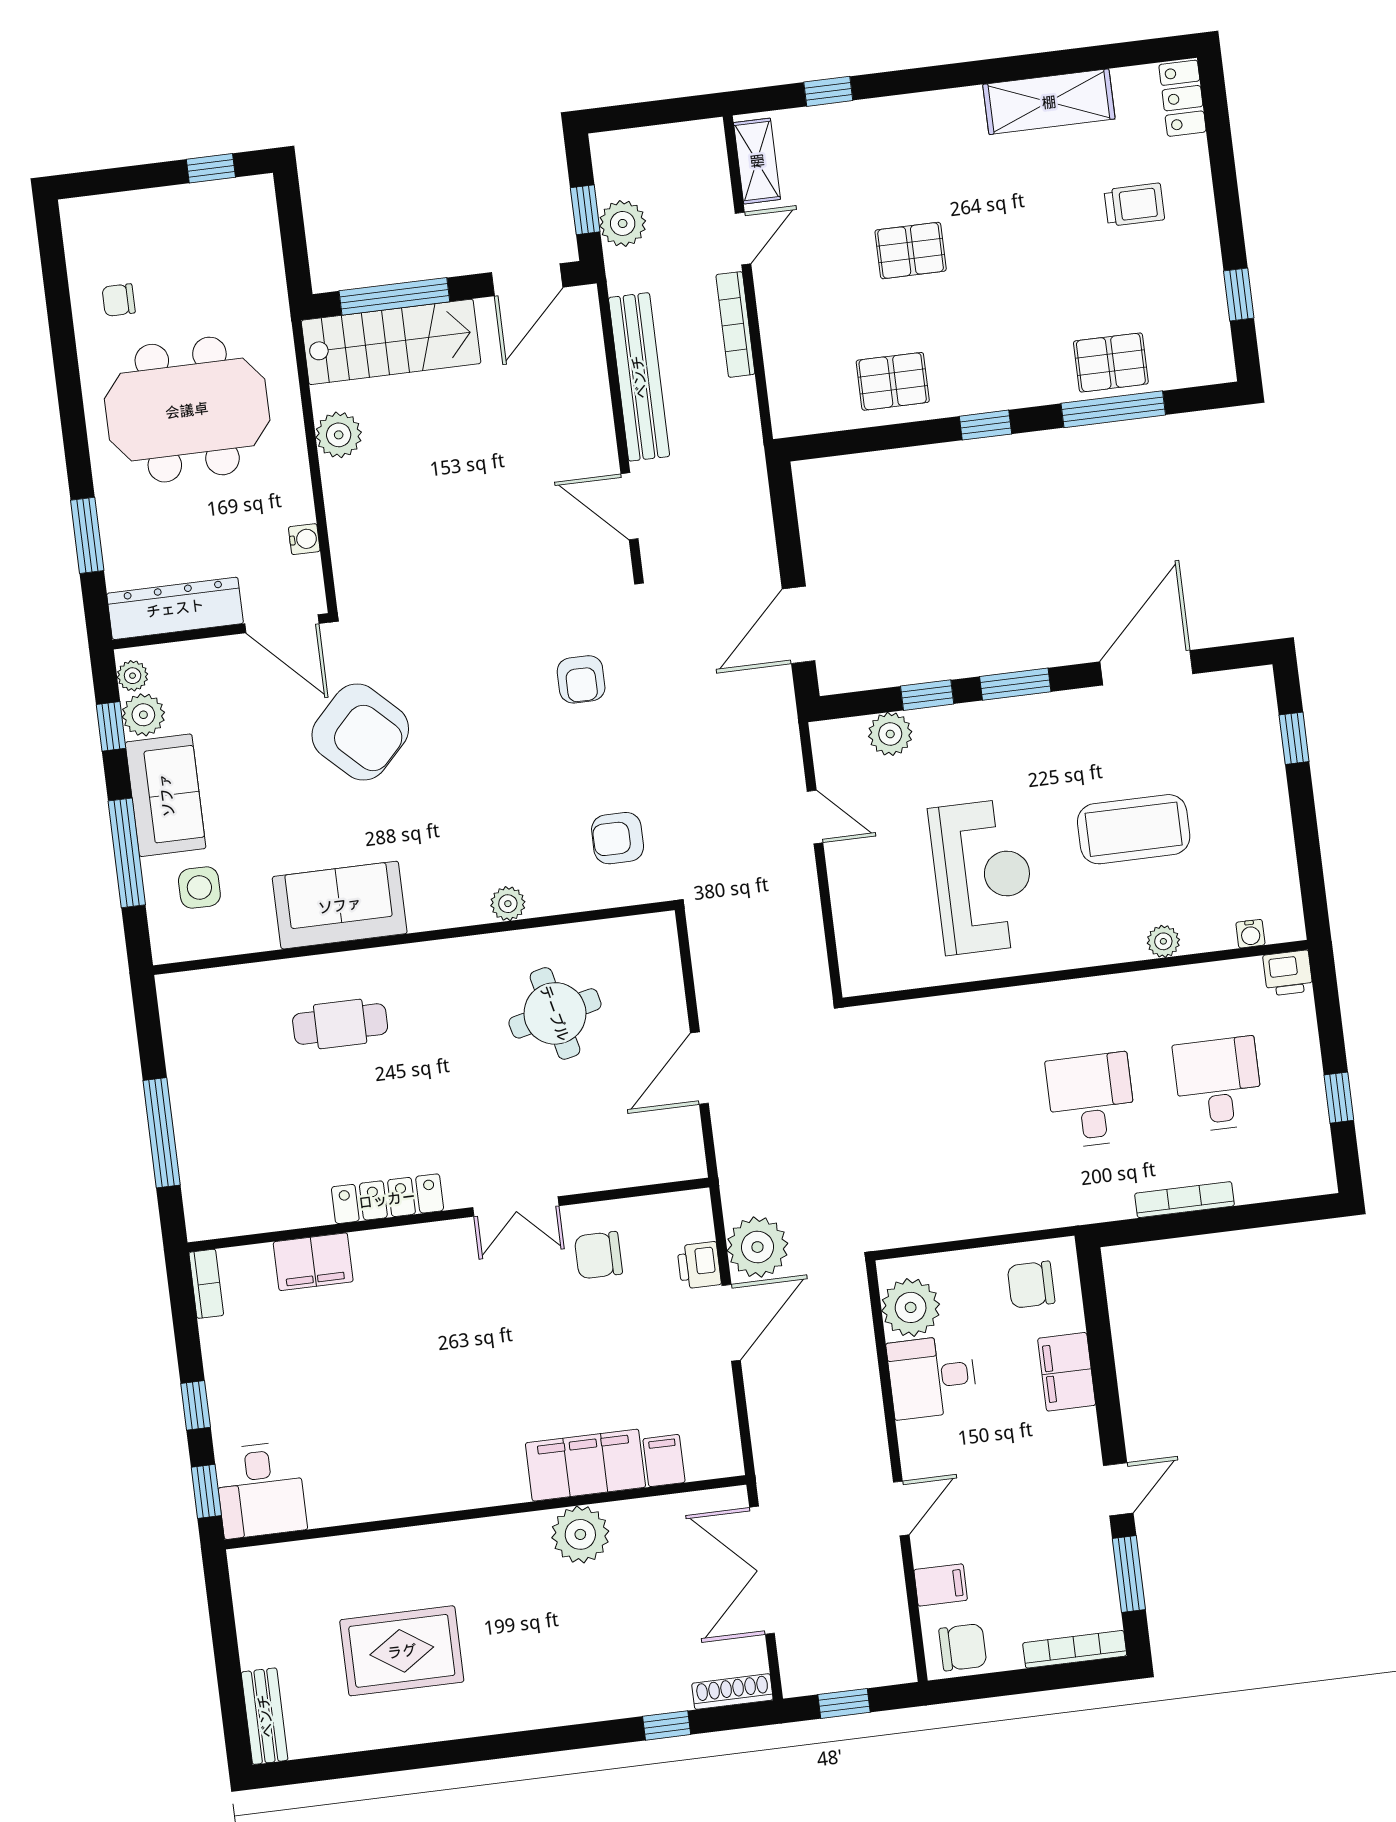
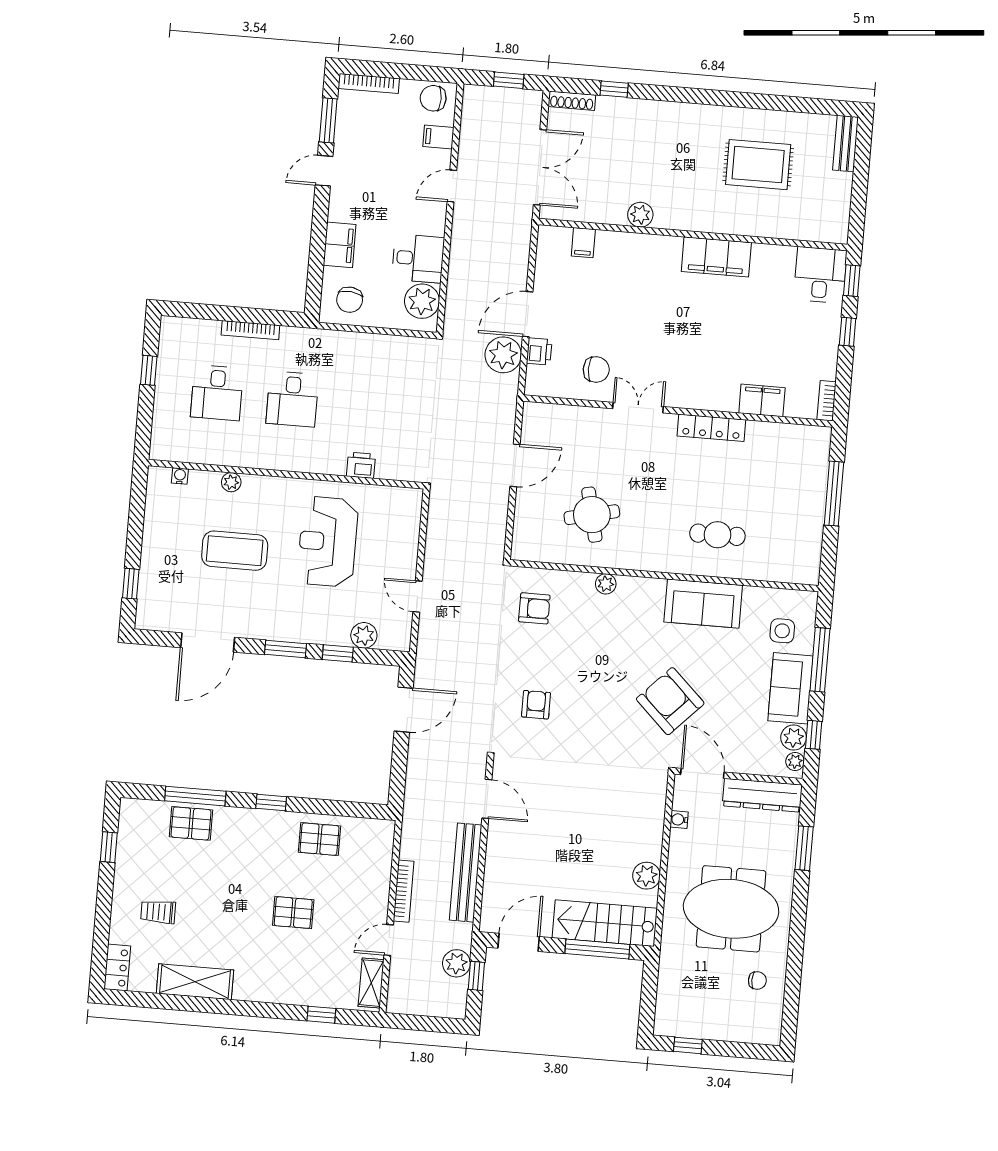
printer: (1288, 973) -> (361, 465), moved
chair: (1031, 1285) -> (350, 300), turned 96
filing cabinet: (585, 1465) -> (716, 257), moved
plant: (580, 1534) -> (640, 215), width x0.73, depth x0.73

